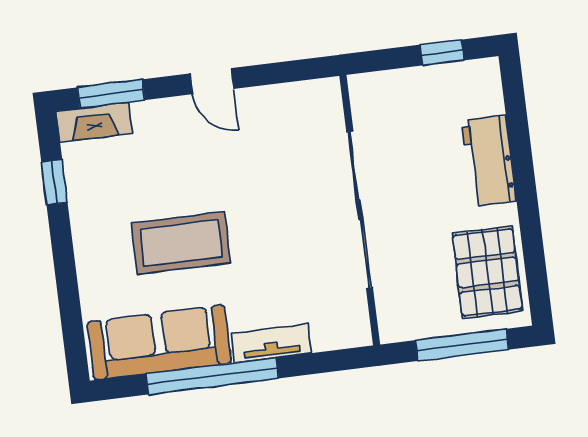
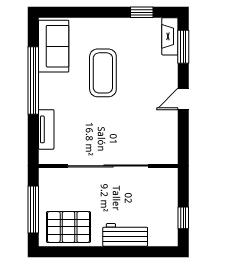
sofa: (159, 342) -> (54, 46), width x0.73
tv unit: (271, 343) -> (46, 129), moved

